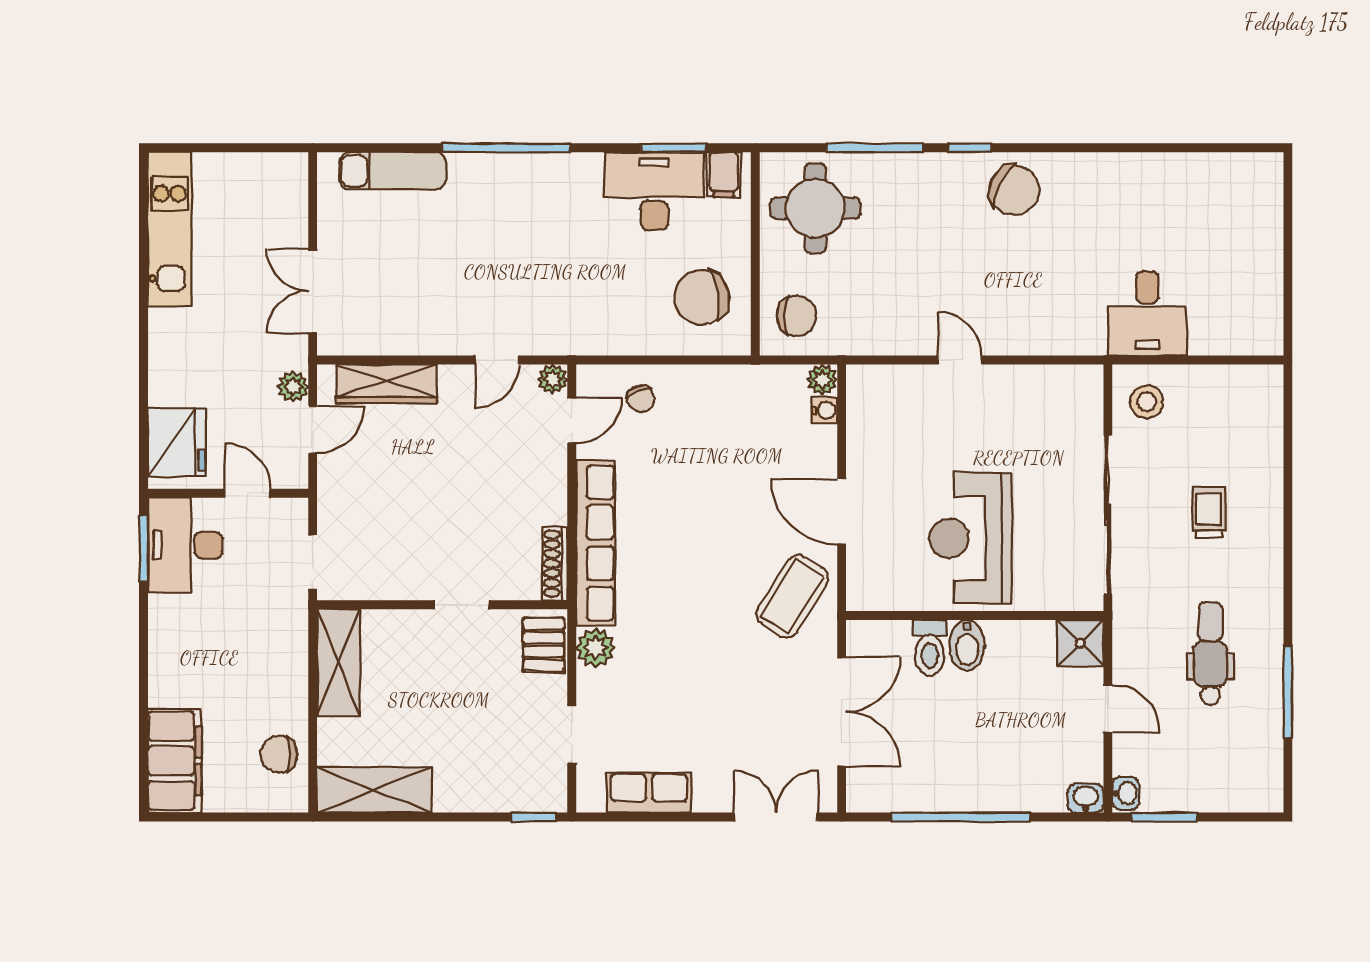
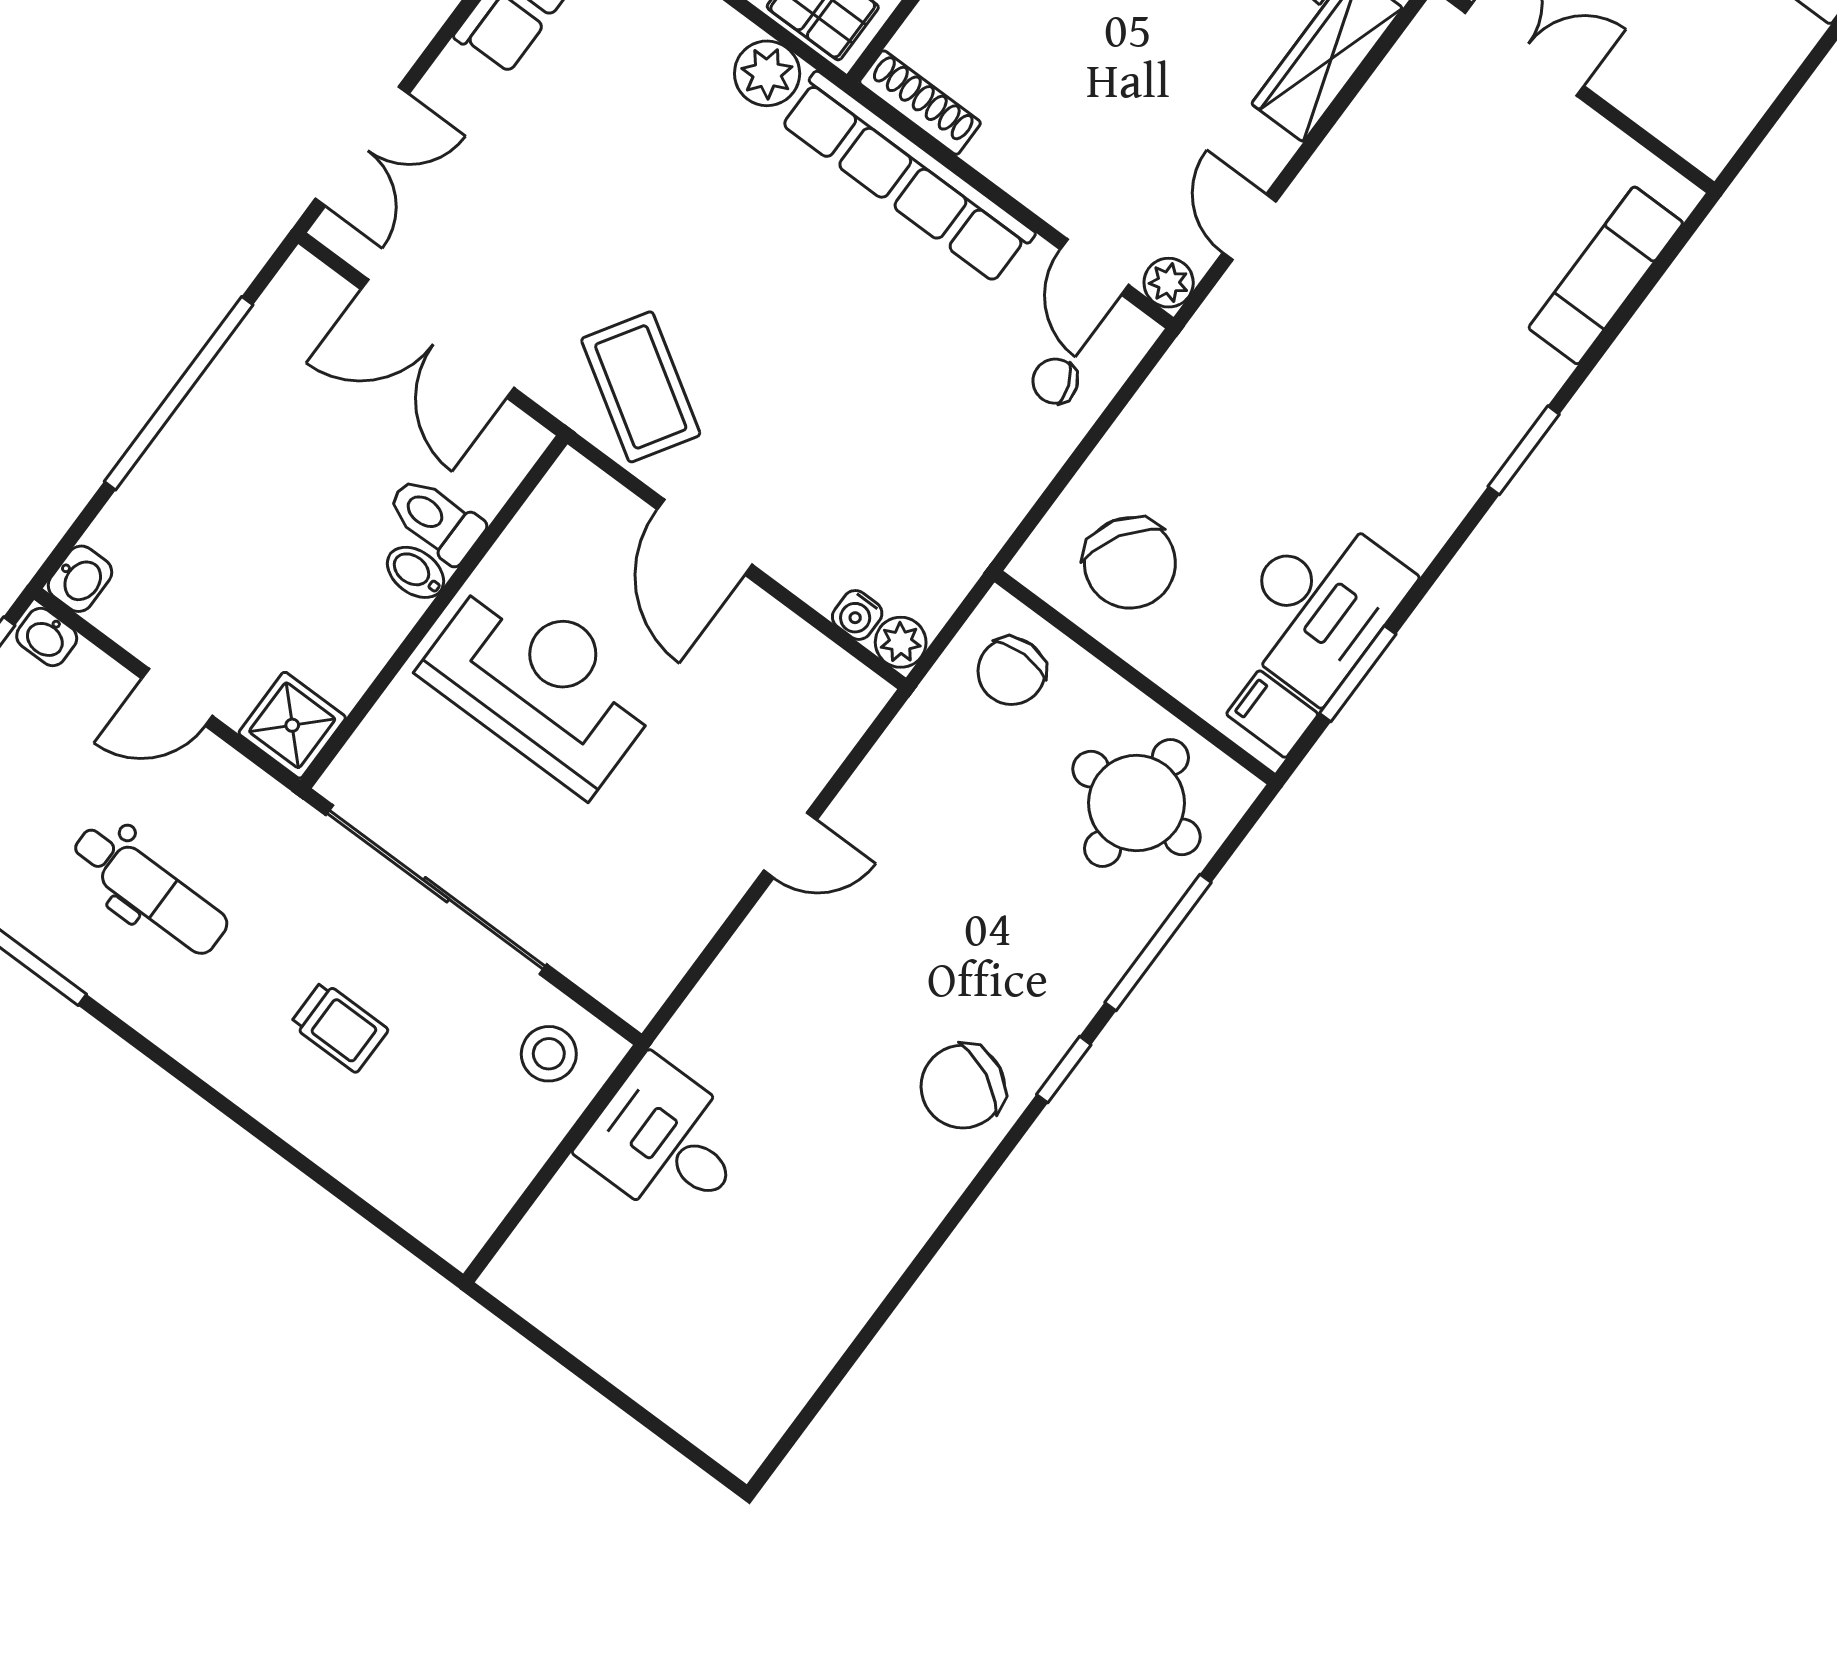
window: (506, 148) -> (1524, 450), width x0.47
chair: (702, 297) -> (1130, 563), turned 133
door: (842, 512) -> (705, 537), swing flipped
bidet: (967, 645) -> (416, 572), width x0.72, depth x0.74

